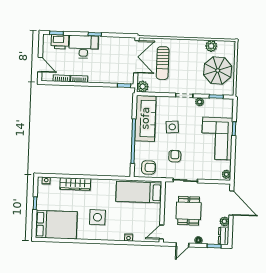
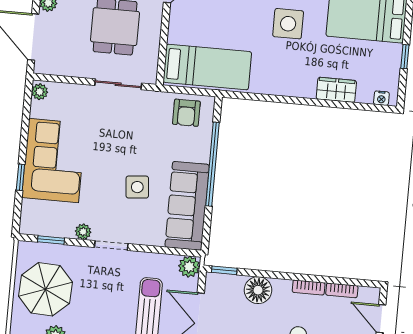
floor lamp: (106, 76) -> (258, 290), added
armchair: (175, 156) -> (135, 132), removed
armchair: (149, 167) -> (186, 113), turned -90
wardrobe: (75, 184) -> (336, 90), width x0.67

